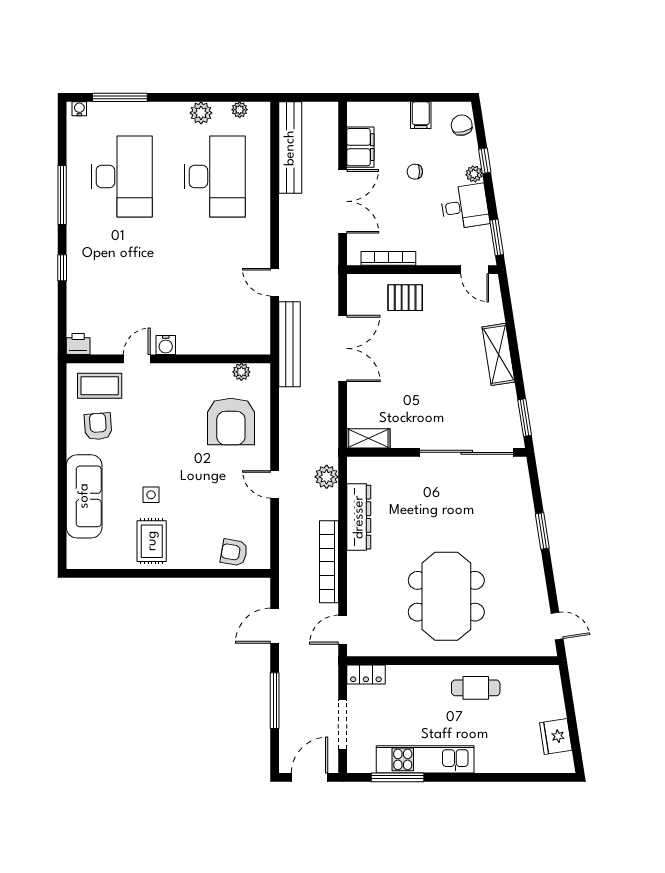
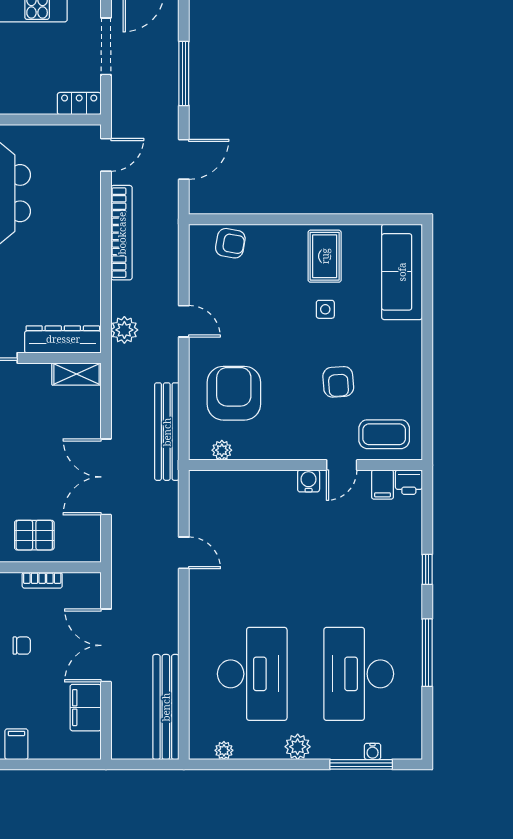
water cooler: (79, 109) -> (373, 751), moved
plant: (201, 113) -> (298, 747), moved
chair: (415, 172) -> (22, 646), moved
desk: (215, 177) -> (252, 674), turned 180
bookcase: (388, 258) -> (42, 580), width x0.64
filing cabinet: (101, 342) -> (382, 485), added
bench: (289, 344) -> (167, 432), moved
armchair: (98, 426) -> (338, 382), moved
sofa: (84, 496) -> (402, 272), moved
dresser: (359, 517) -> (63, 339), moved, turned 90

